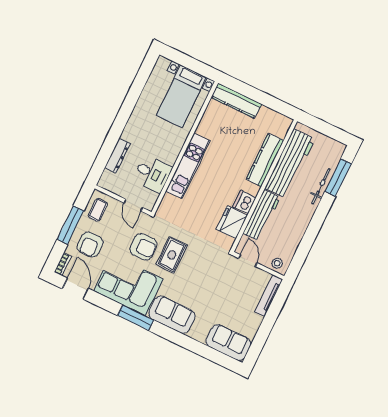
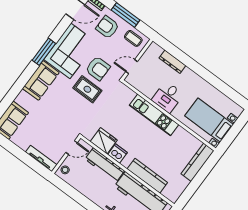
desk: (153, 174) -> (168, 97), moved
armchair: (143, 247) -> (98, 68), turned -90

